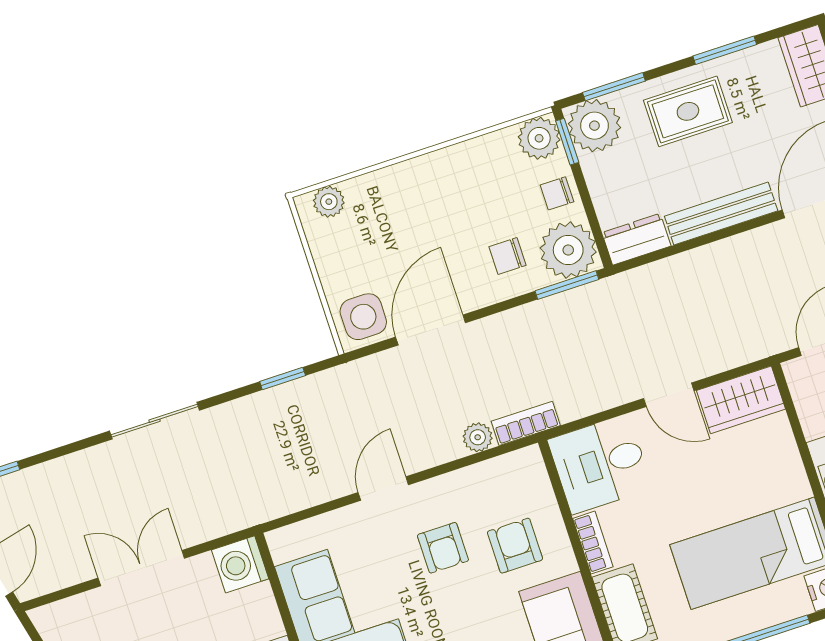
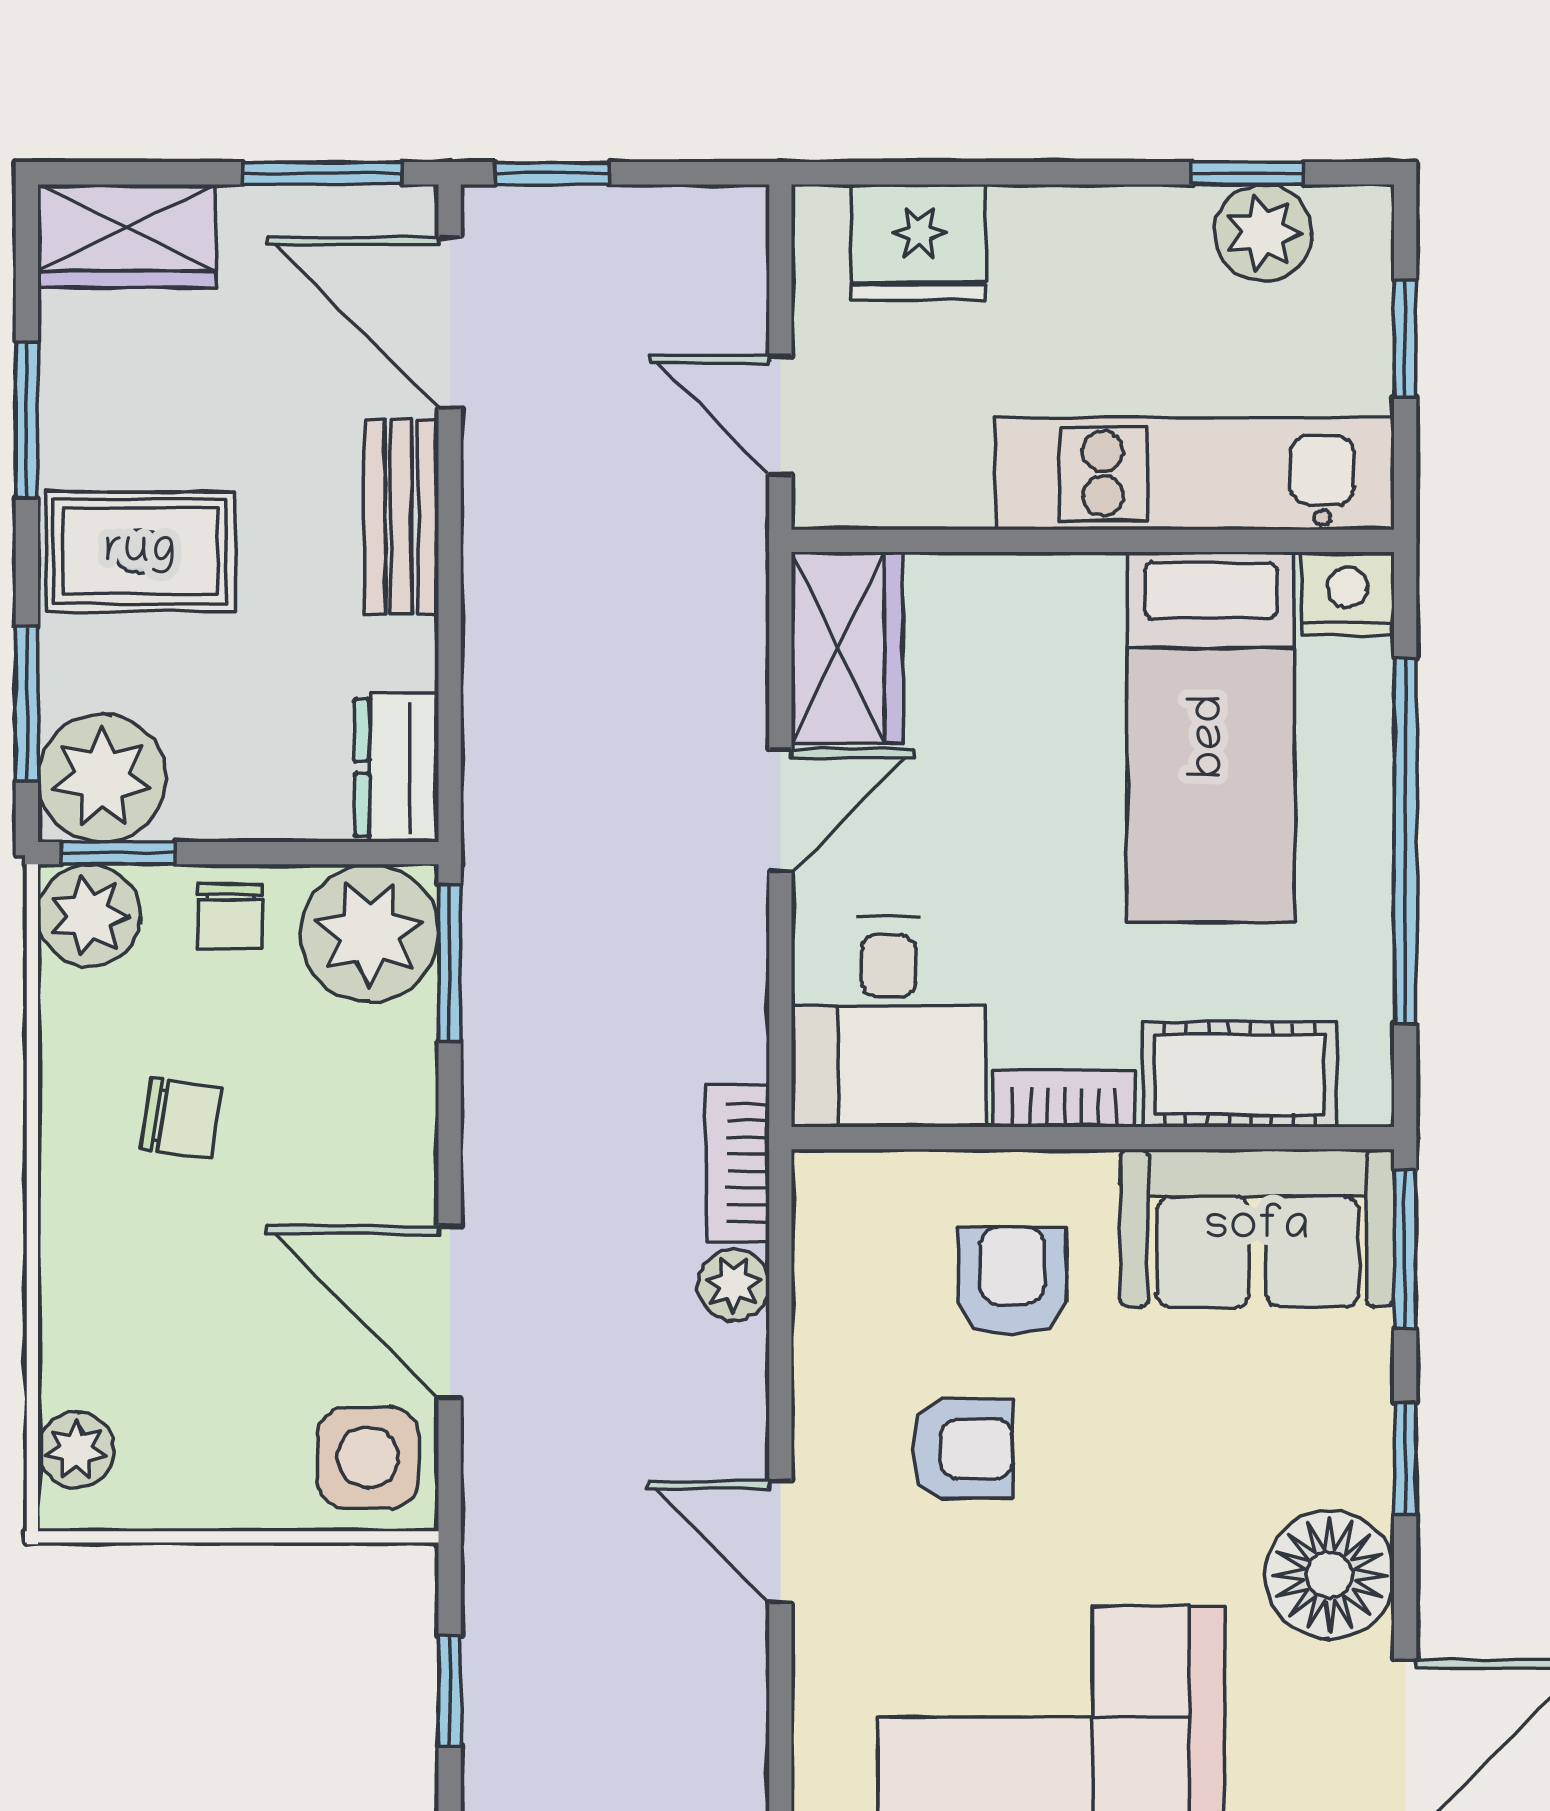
rug: (688, 111) -> (140, 551), turned 90
bench: (721, 213) -> (401, 517), width x0.73
chair: (508, 256) -> (181, 1118), moved, turned -81
armchair: (515, 546) -> (1012, 1281), turned 90

